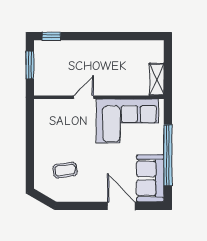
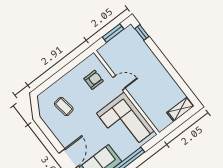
shelving: (157, 79) -> (181, 109), moved
armchair: (61, 120) -> (94, 80), added

